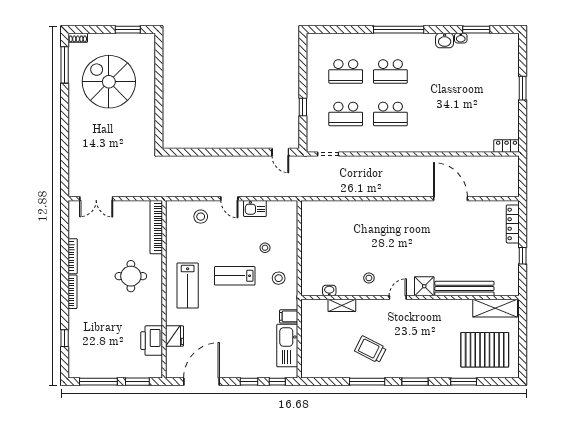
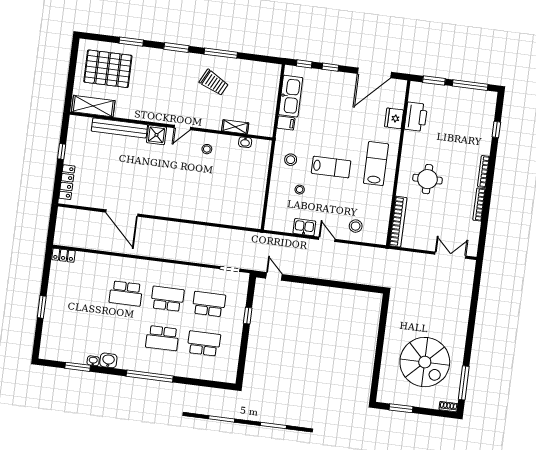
school desk: (390, 71) -> (162, 338), turned 180
school desk: (435, 114) -> (126, 293), added

